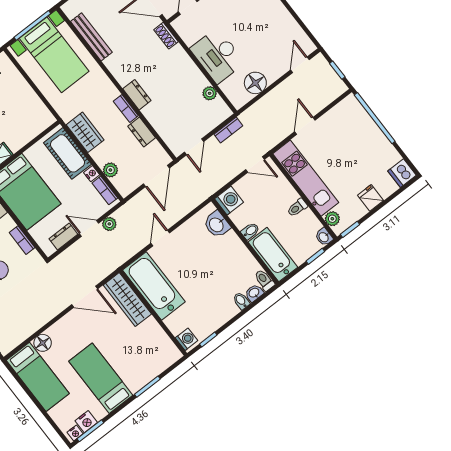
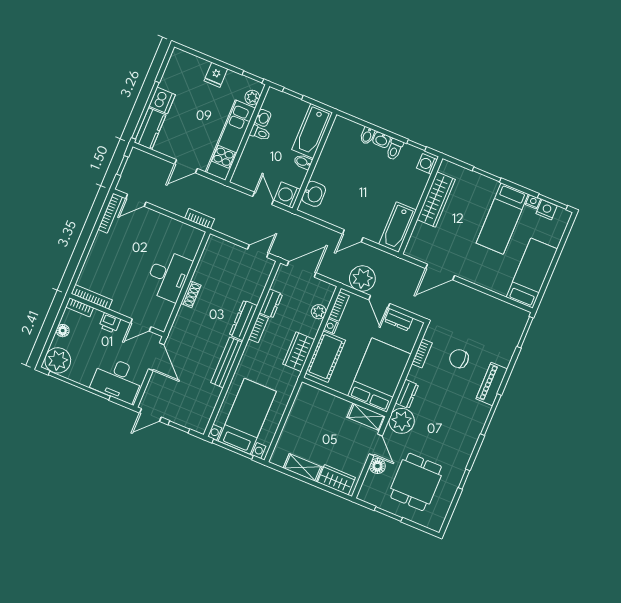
shoe rack: (166, 36) -> (191, 294), moved
bookcase: (301, 36) -> (110, 213), added
bench: (91, 37) -> (226, 362), moved
floor lamp: (255, 83) -> (173, 230), removed
plant: (210, 93) -> (204, 264), removed
dresser: (137, 95) -> (243, 320), width x1.44
kitchen counter: (356, 113) -> (150, 129), added
bookcase: (228, 130) -> (200, 219), moved
door: (255, 165) -> (263, 198), moved
dishwasher: (402, 173) -> (162, 100), moved
plant: (109, 224) -> (362, 279), width x1.88, depth x1.88
washbasin: (324, 237) -> (263, 118), moved
toilet: (264, 280) -> (395, 149), moved
bathtub: (154, 286) -> (398, 227), width x0.73, depth x0.73
washbasin: (254, 293) -> (382, 140), moved
door: (85, 297) -> (440, 272), swing flipped
wardrobe: (127, 300) -> (436, 200), moved
floor lamp: (43, 343) -> (500, 286), removed
nightstand: (75, 433) -> (533, 202), moved

